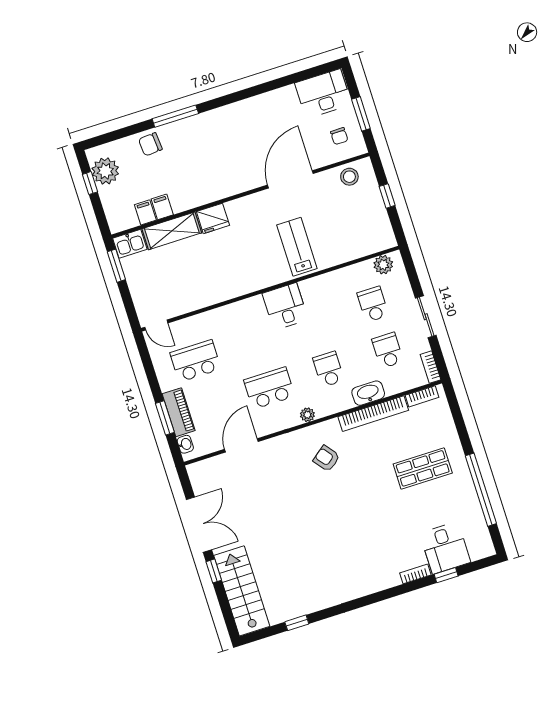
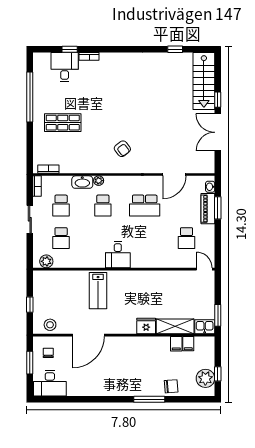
school desk: (195, 361) -> (186, 238), width x0.54
bookcase: (373, 414) -> (83, 168), removed
plant: (307, 415) -> (99, 181), moved

